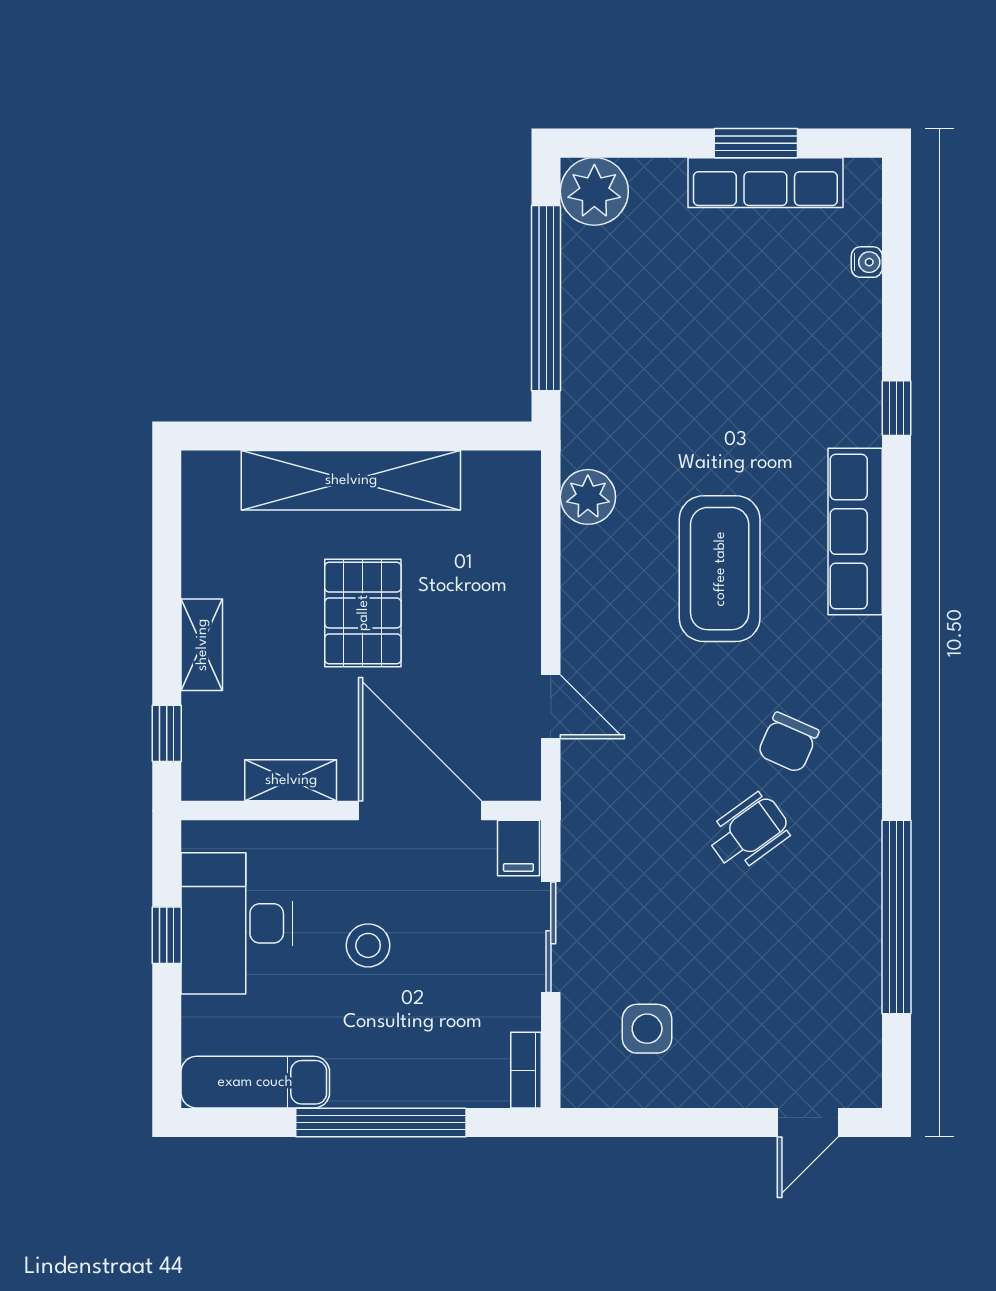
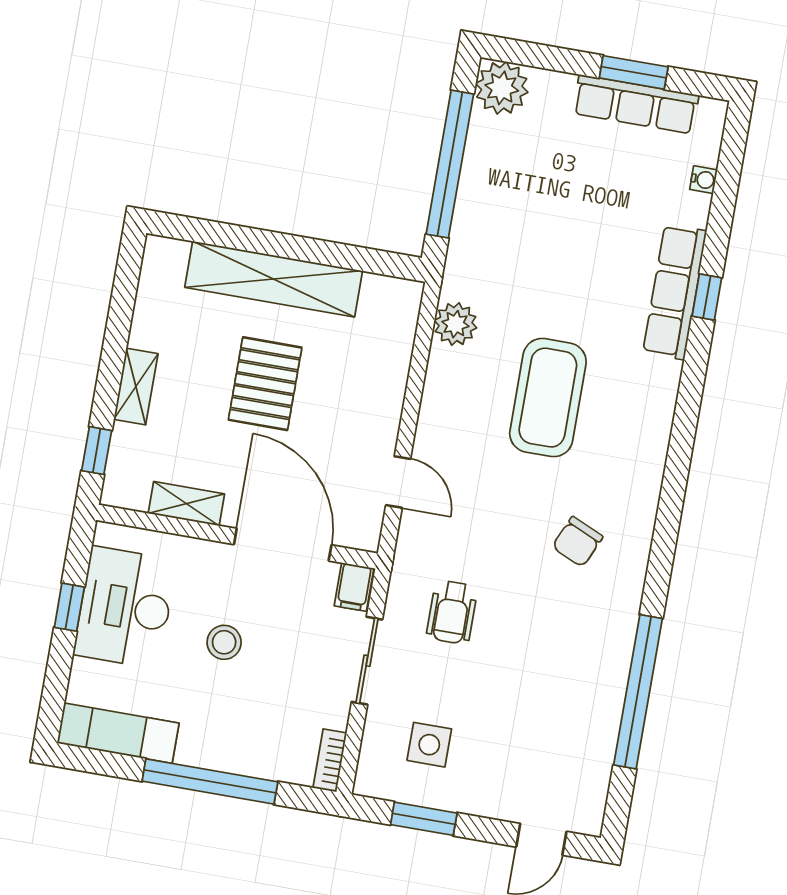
row of seats: (855, 532) -> (675, 292), moved
wheelchair: (749, 832) -> (452, 612), moved, turned 126
window: (656, 1123) -> (424, 819), added

